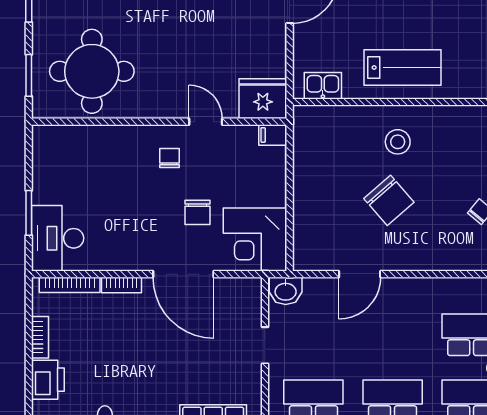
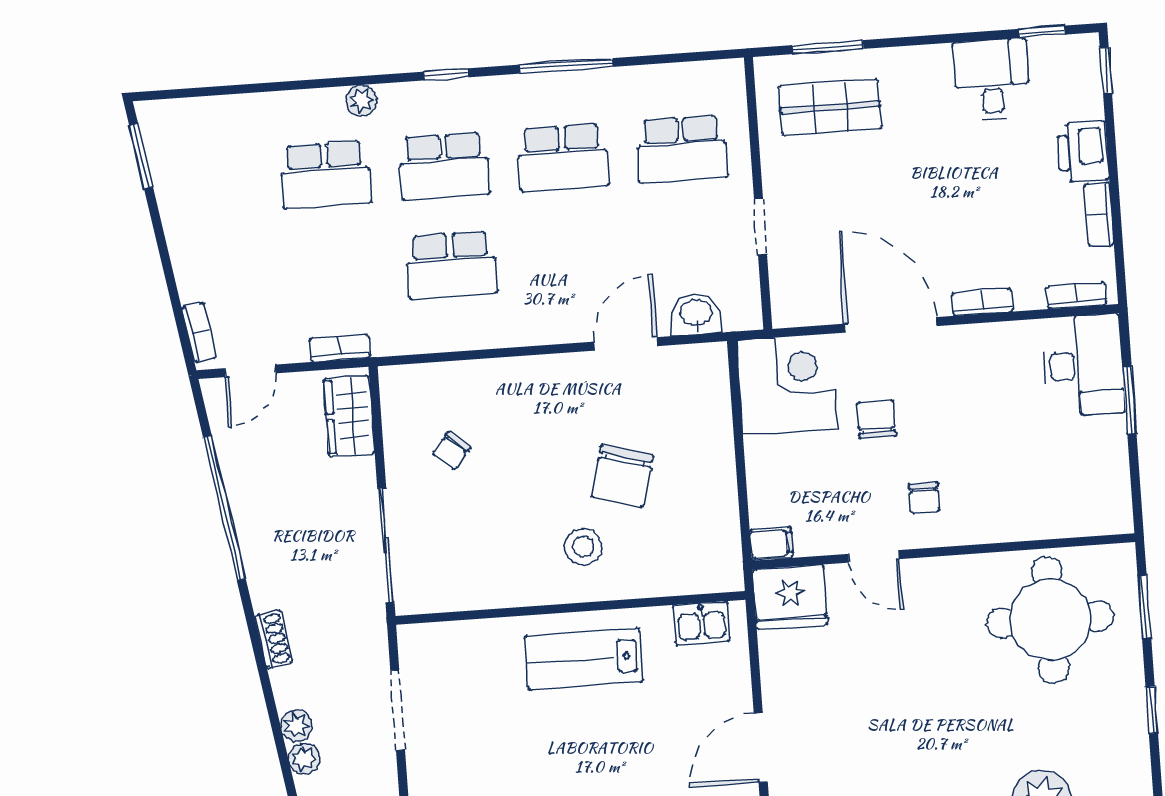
chair: (389, 200) -> (622, 476), moved, turned -124
bookcase: (70, 285) -> (1077, 295), width x0.64
washbasin: (286, 291) -> (696, 314), moved

